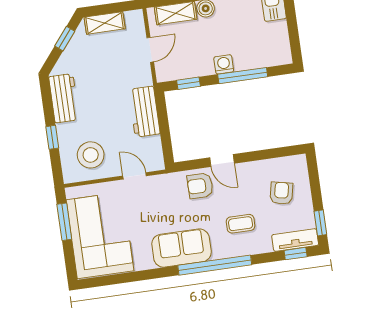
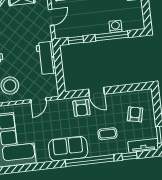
washing machine: (224, 64) -> (115, 26), moved
door: (135, 176) -> (38, 100), swing flipped
armchair: (200, 186) -> (81, 108), turned -90
window: (296, 254) -> (129, 156), moved

